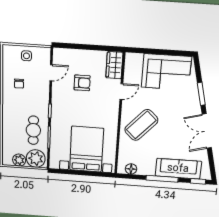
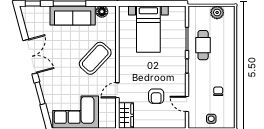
door: (51, 73) -> (187, 104), hinge flipped
armchair: (82, 83) -> (156, 96), turned -90
bed with nightstands: (87, 149) -> (148, 29), width x0.73
plant: (36, 159) -> (200, 15), removed
sofa: (178, 169) -> (73, 15), moved

